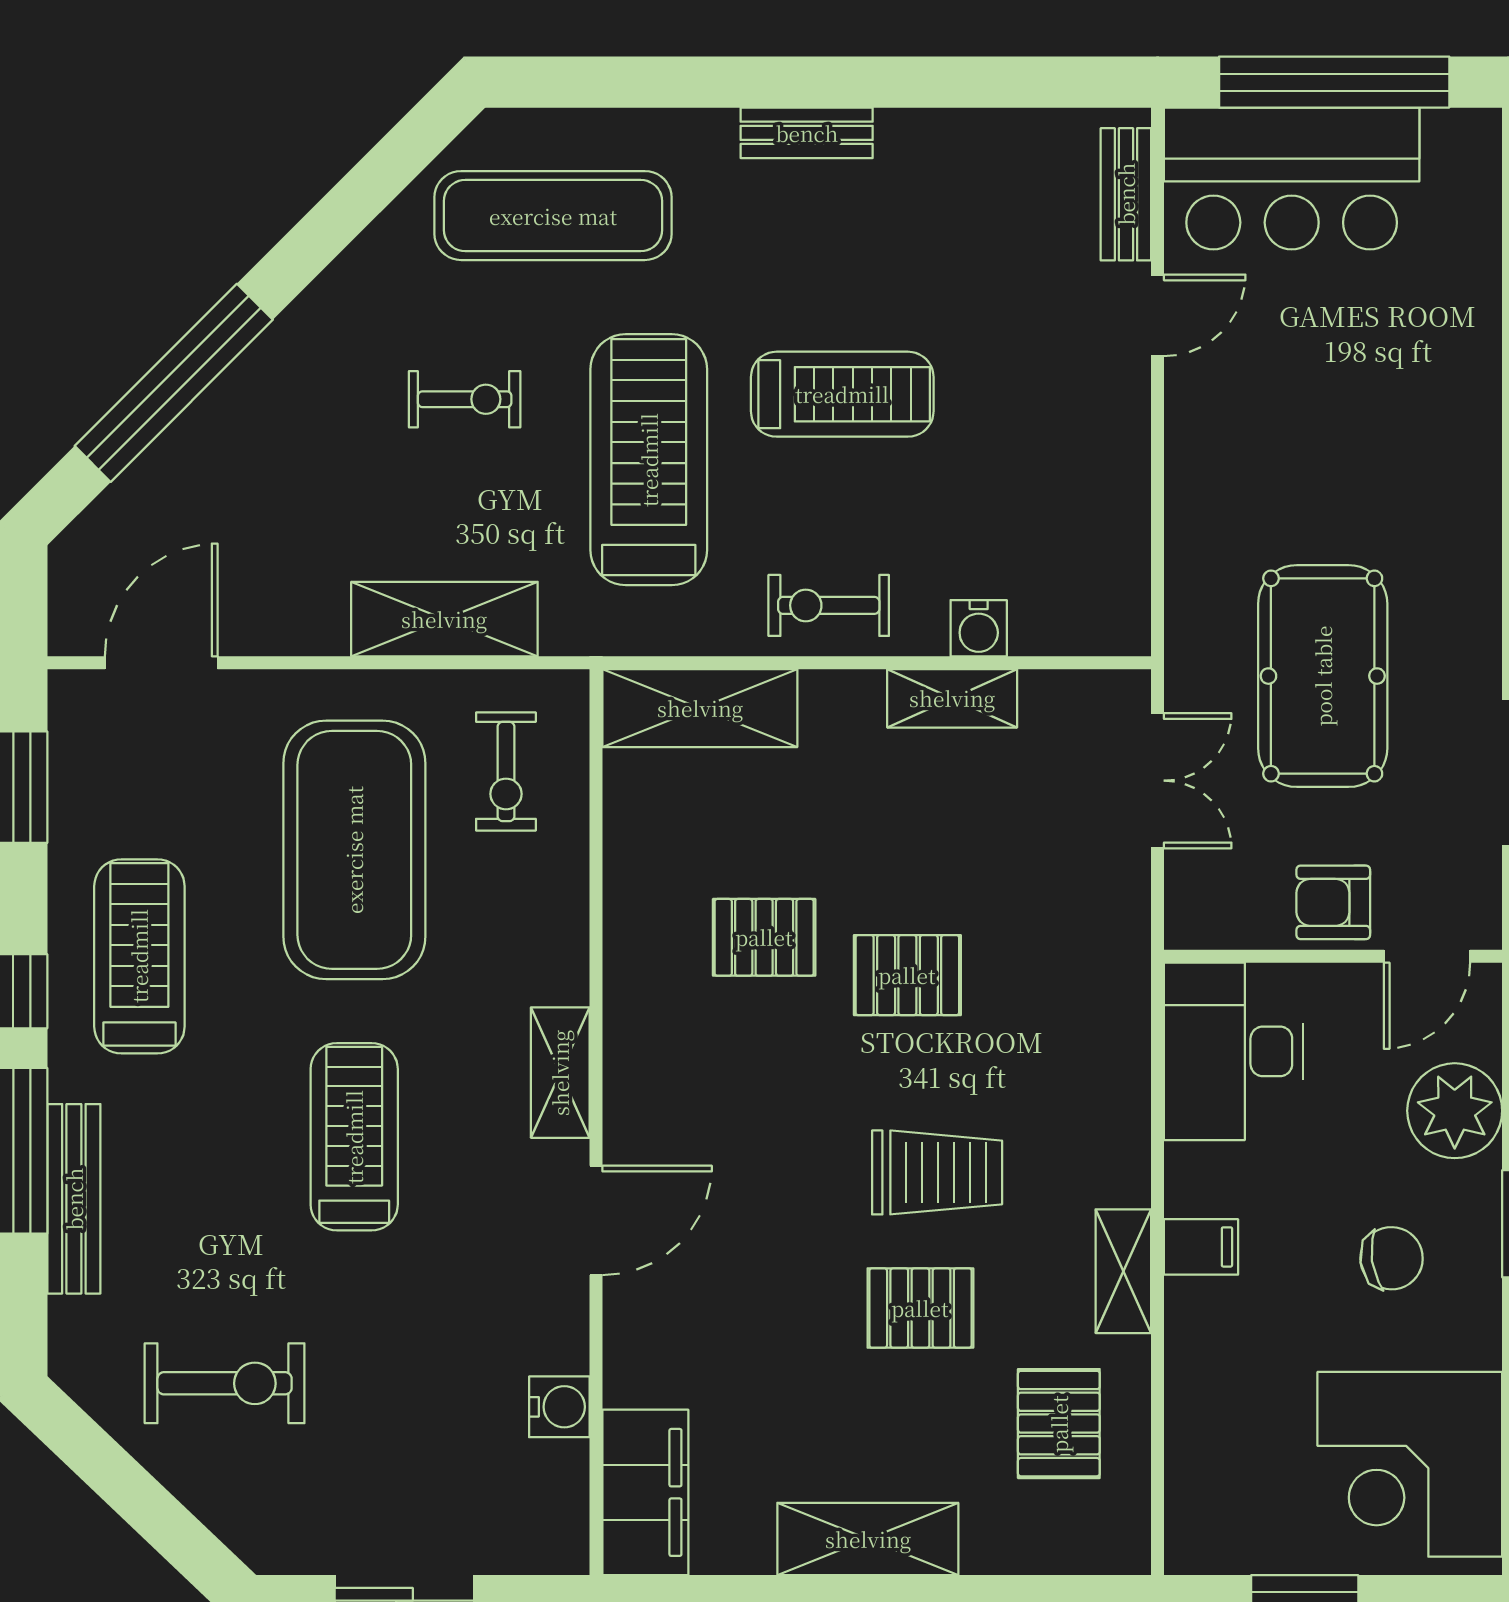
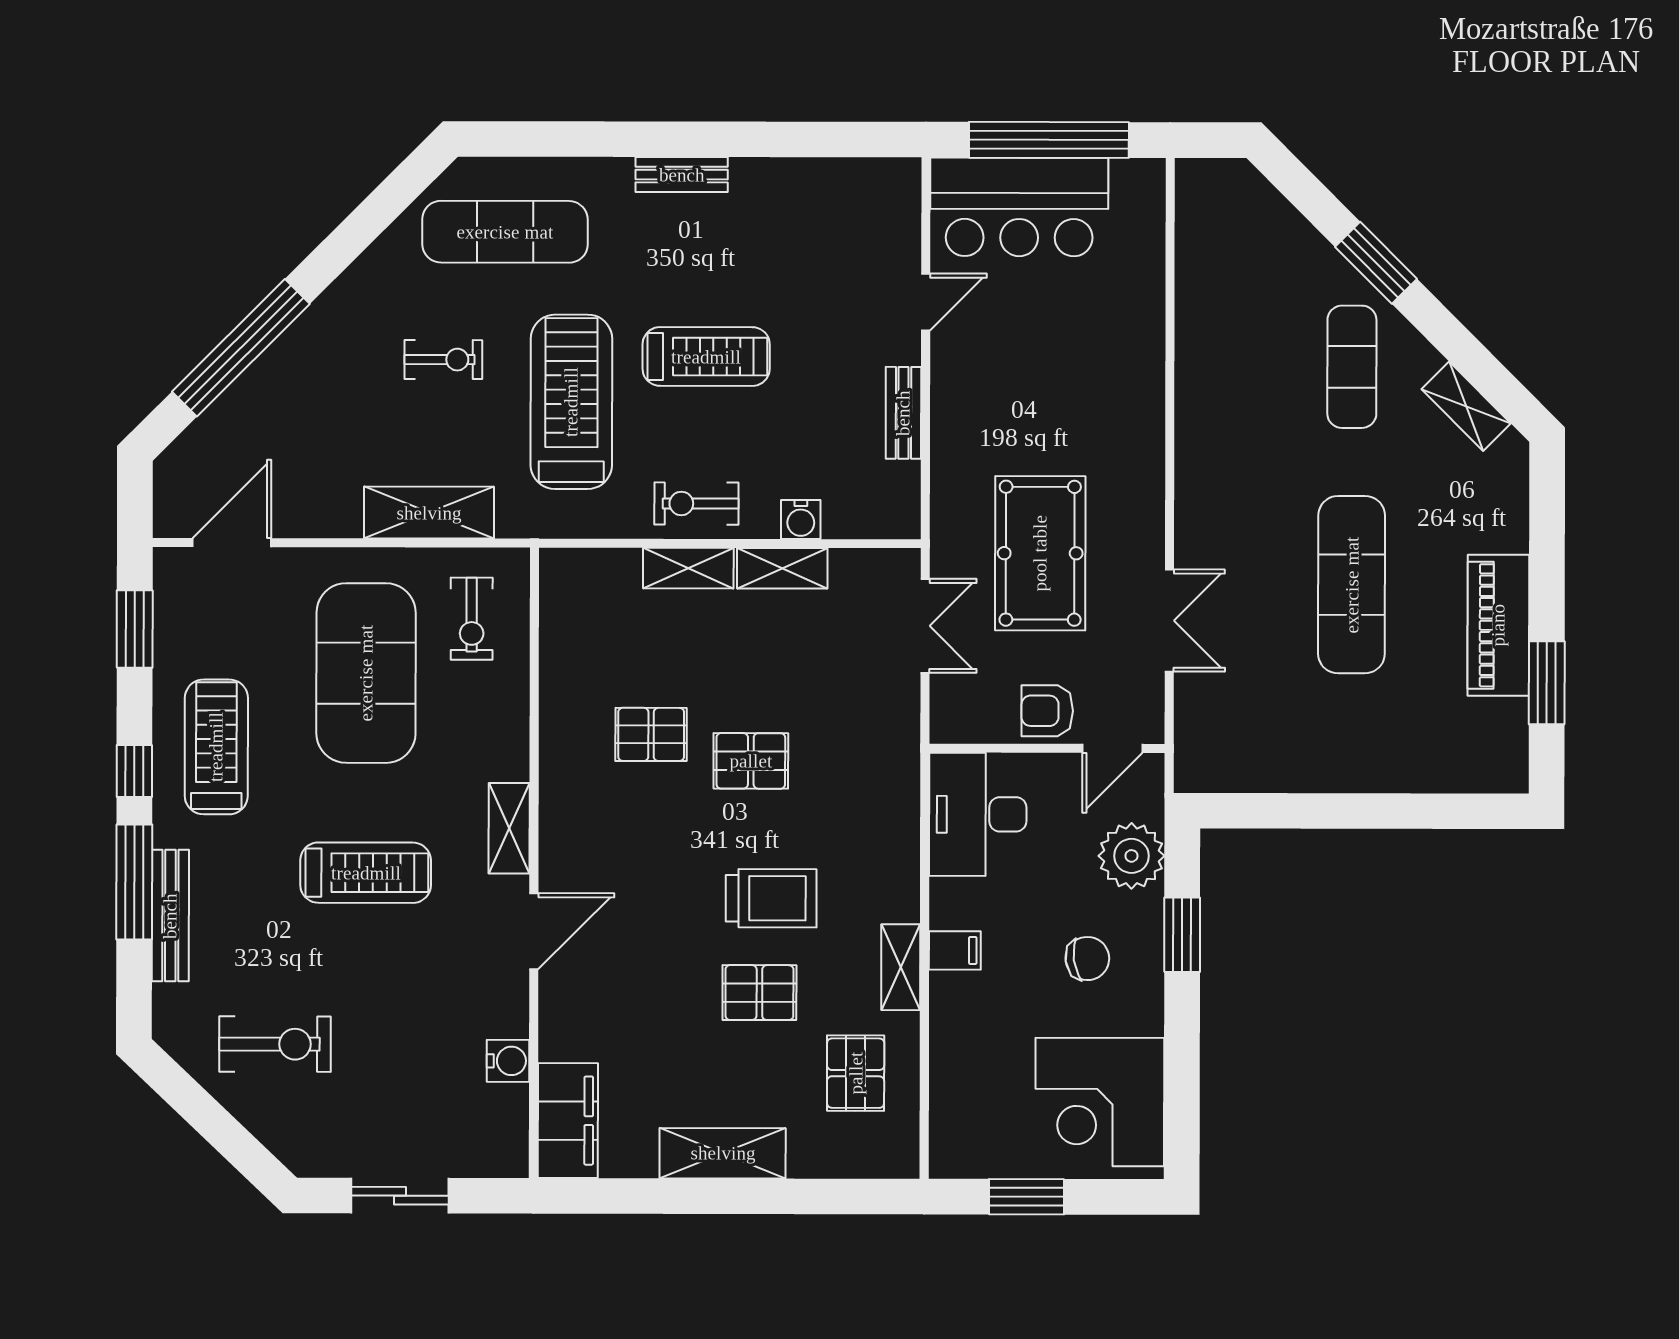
bench: (1126, 194) -> (903, 413), moved
shelving: (700, 708) -> (688, 568), moved, width x0.67, depth x0.75
treadmill: (354, 1137) -> (366, 873), turned 90

